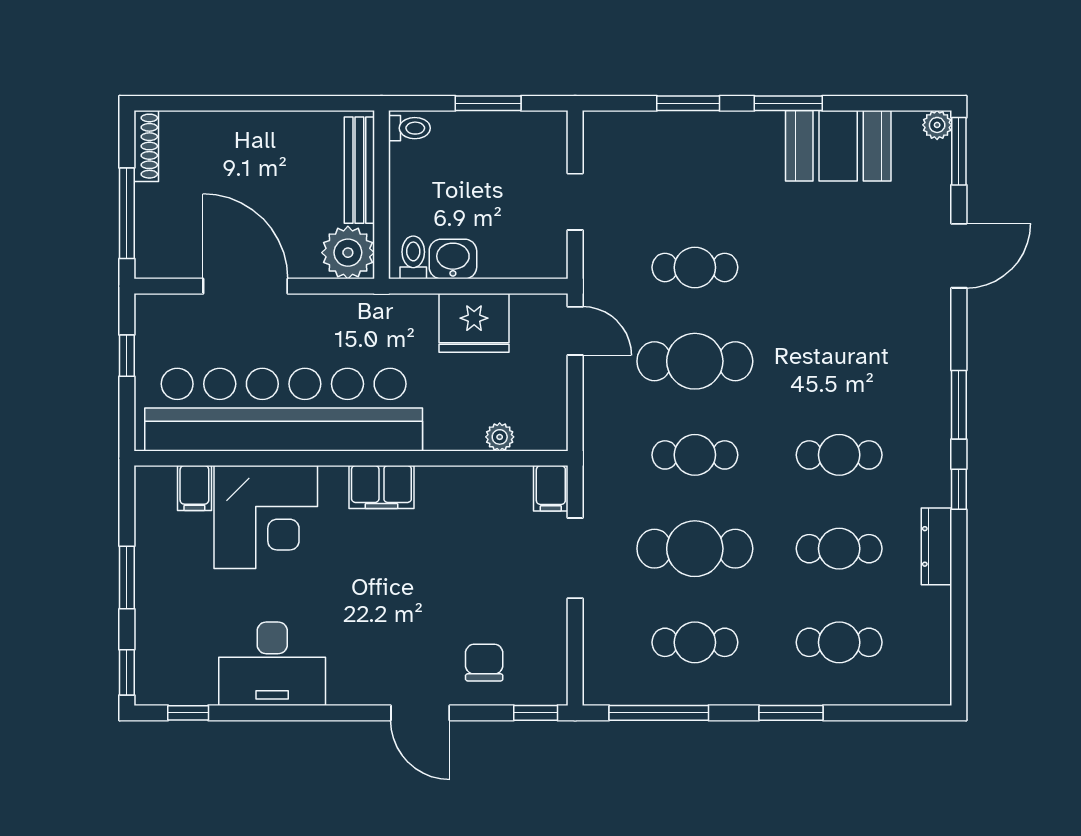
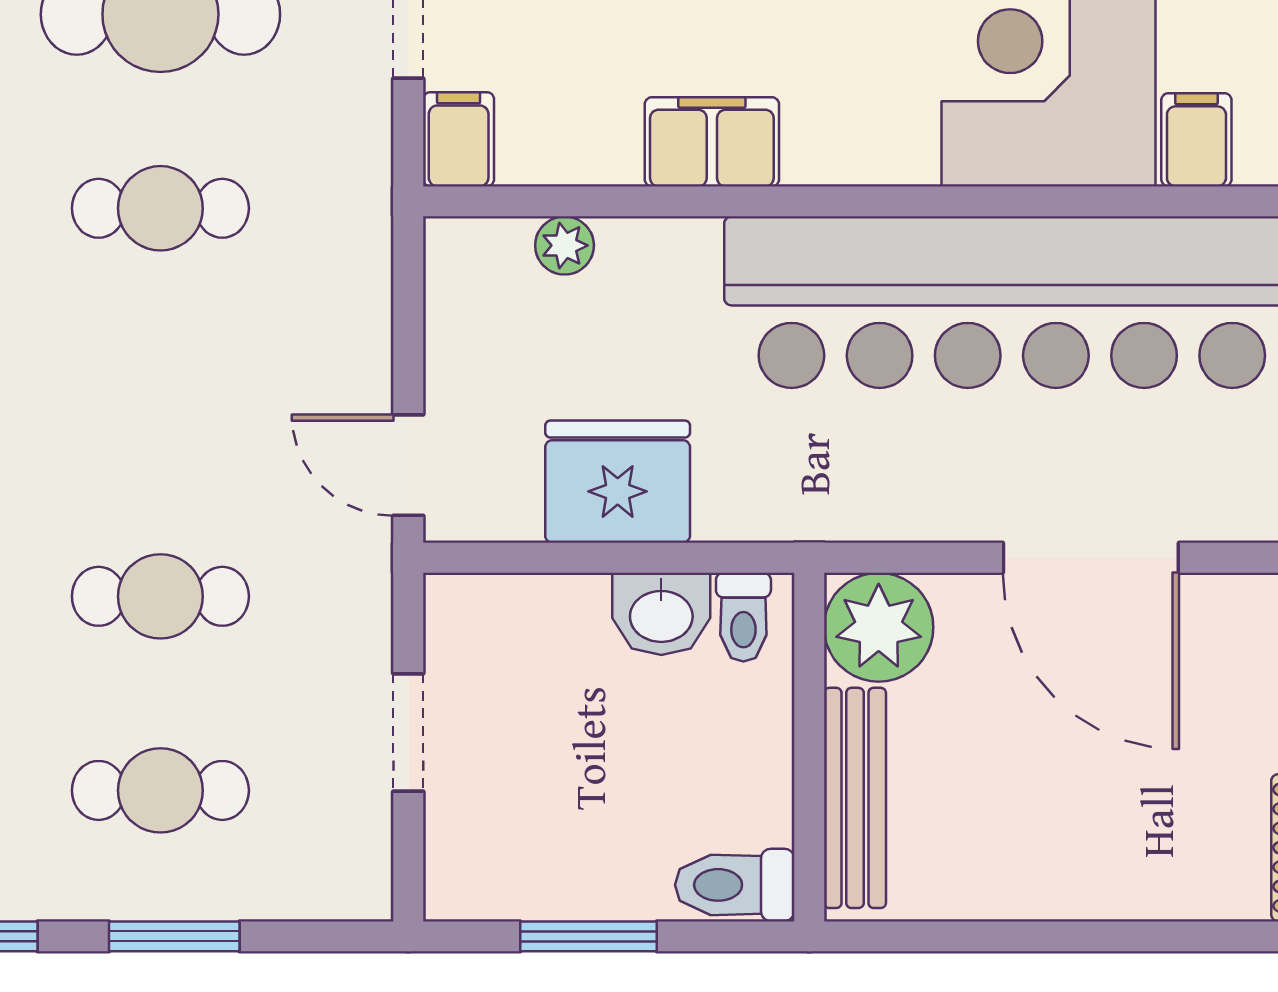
toilet: (409, 128) -> (735, 885), width x1.37, depth x1.39
cafe table: (695, 361) -> (160, 790), moved, width x0.73, depth x0.74
filing cabinet: (381, 487) -> (712, 142), moved

